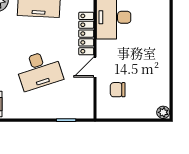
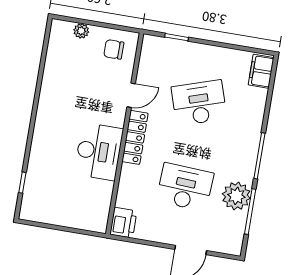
chair: (118, 90) -> (114, 49), moved, turned 180
plant: (163, 112) -> (81, 31), moved

